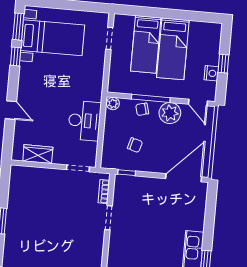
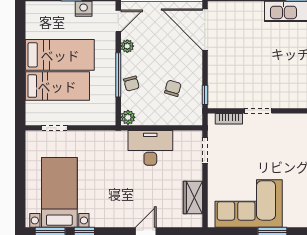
plant: (170, 113) -> (127, 46), width x0.53, depth x0.53
corner sofa: (28, 202) -> (249, 204), added

